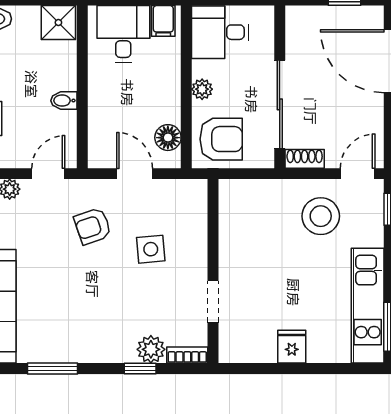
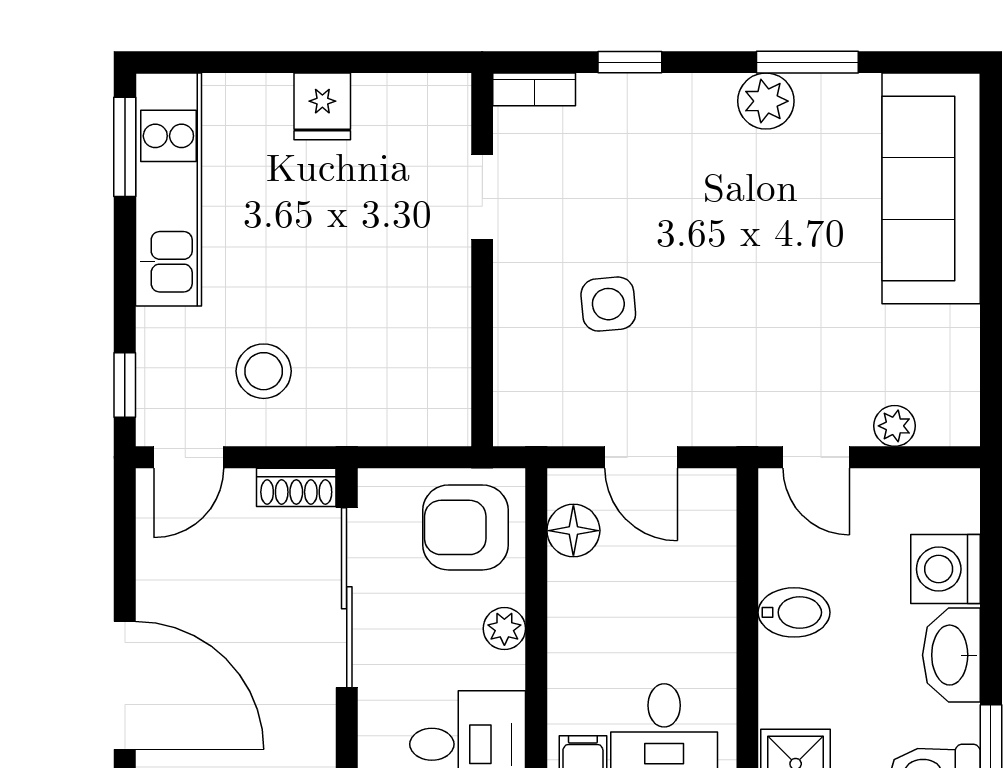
bidet: (64, 101) -> (794, 612), width x1.38, depth x1.36
door: (48, 174) -> (816, 457), hinge flipped
stool: (321, 216) -> (264, 371), width x0.73, depth x0.73
armchair: (93, 226) -> (726, 351), removed
plant: (151, 349) -> (766, 101), moved

